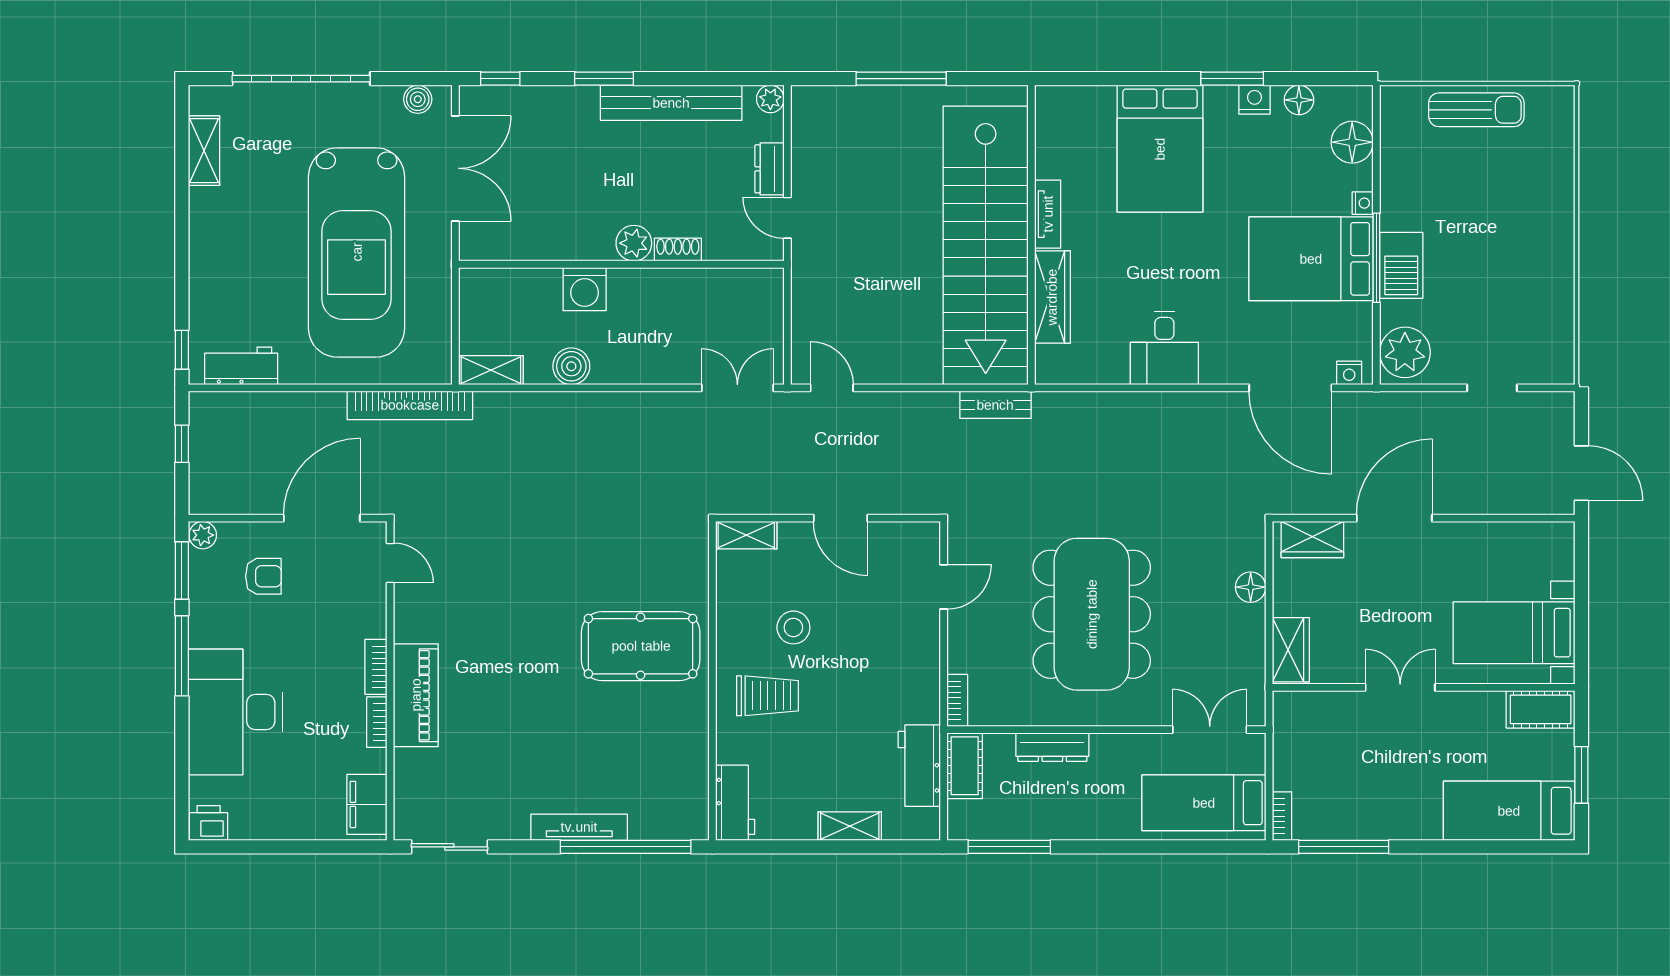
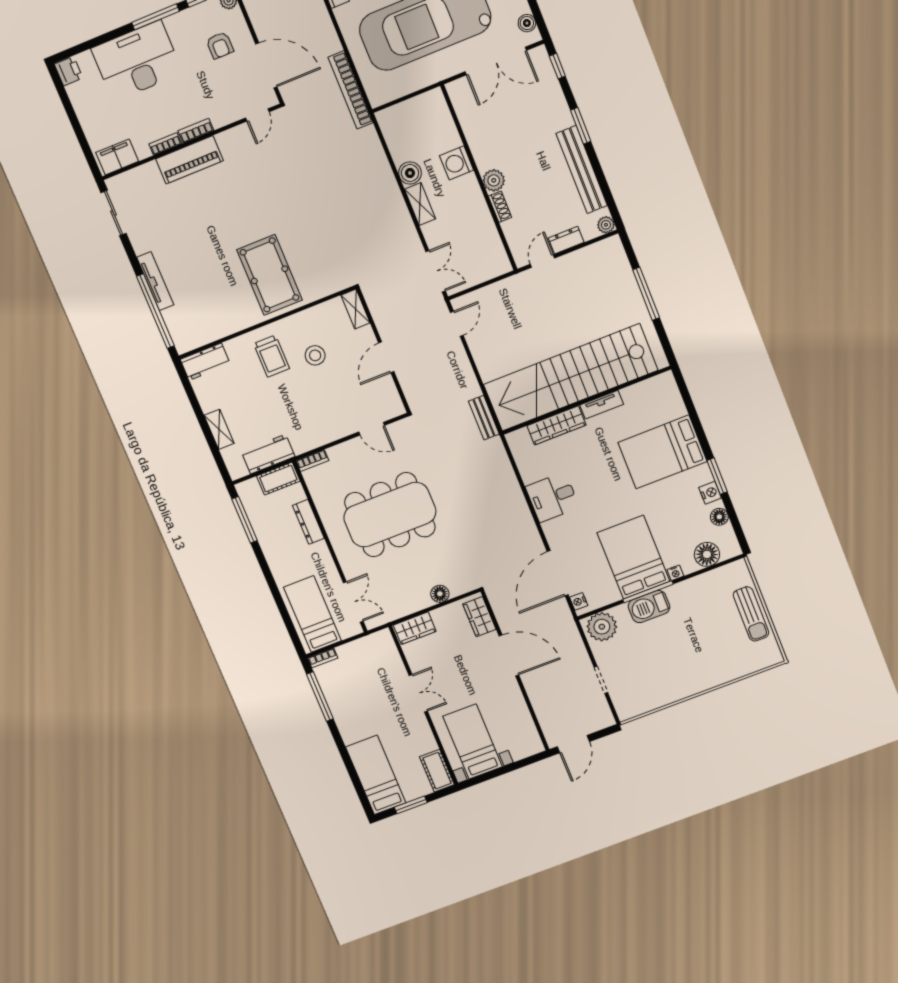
shelving: (491, 370) -> (420, 204), moved

